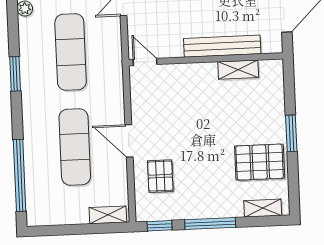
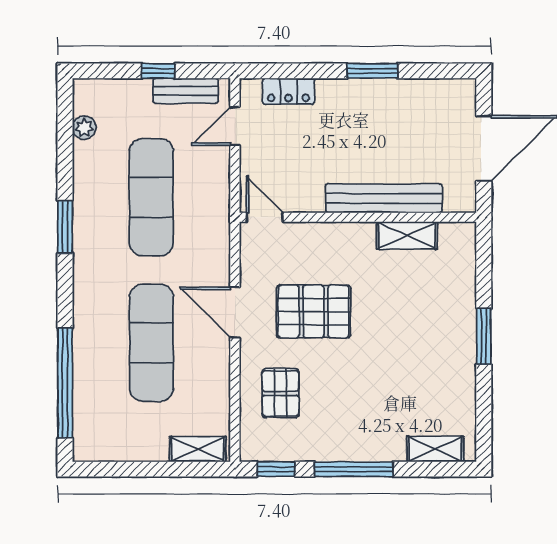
door: (129, 141) -> (235, 312), moved
pallet: (260, 162) -> (313, 311), moved

